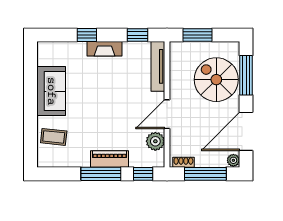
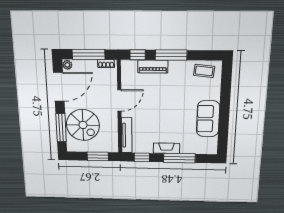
window: (87, 35) -> (179, 158), width x2.17
coffee table: (54, 137) -> (204, 71), moved
plant: (155, 141) -> (128, 80), removed
piano: (110, 159) -> (153, 67), moved

